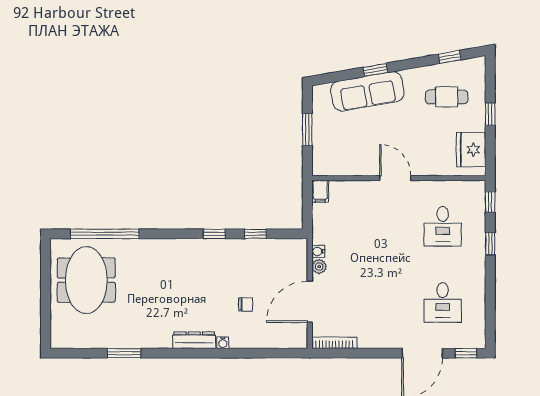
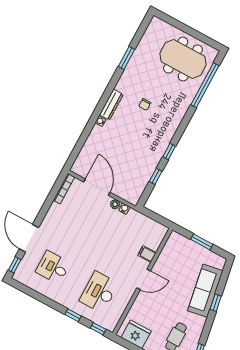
filing cabinet: (320, 191) -> (147, 254), moved
desk: (443, 226) -> (99, 292), width x1.37
chair: (246, 305) -> (145, 104), moved

